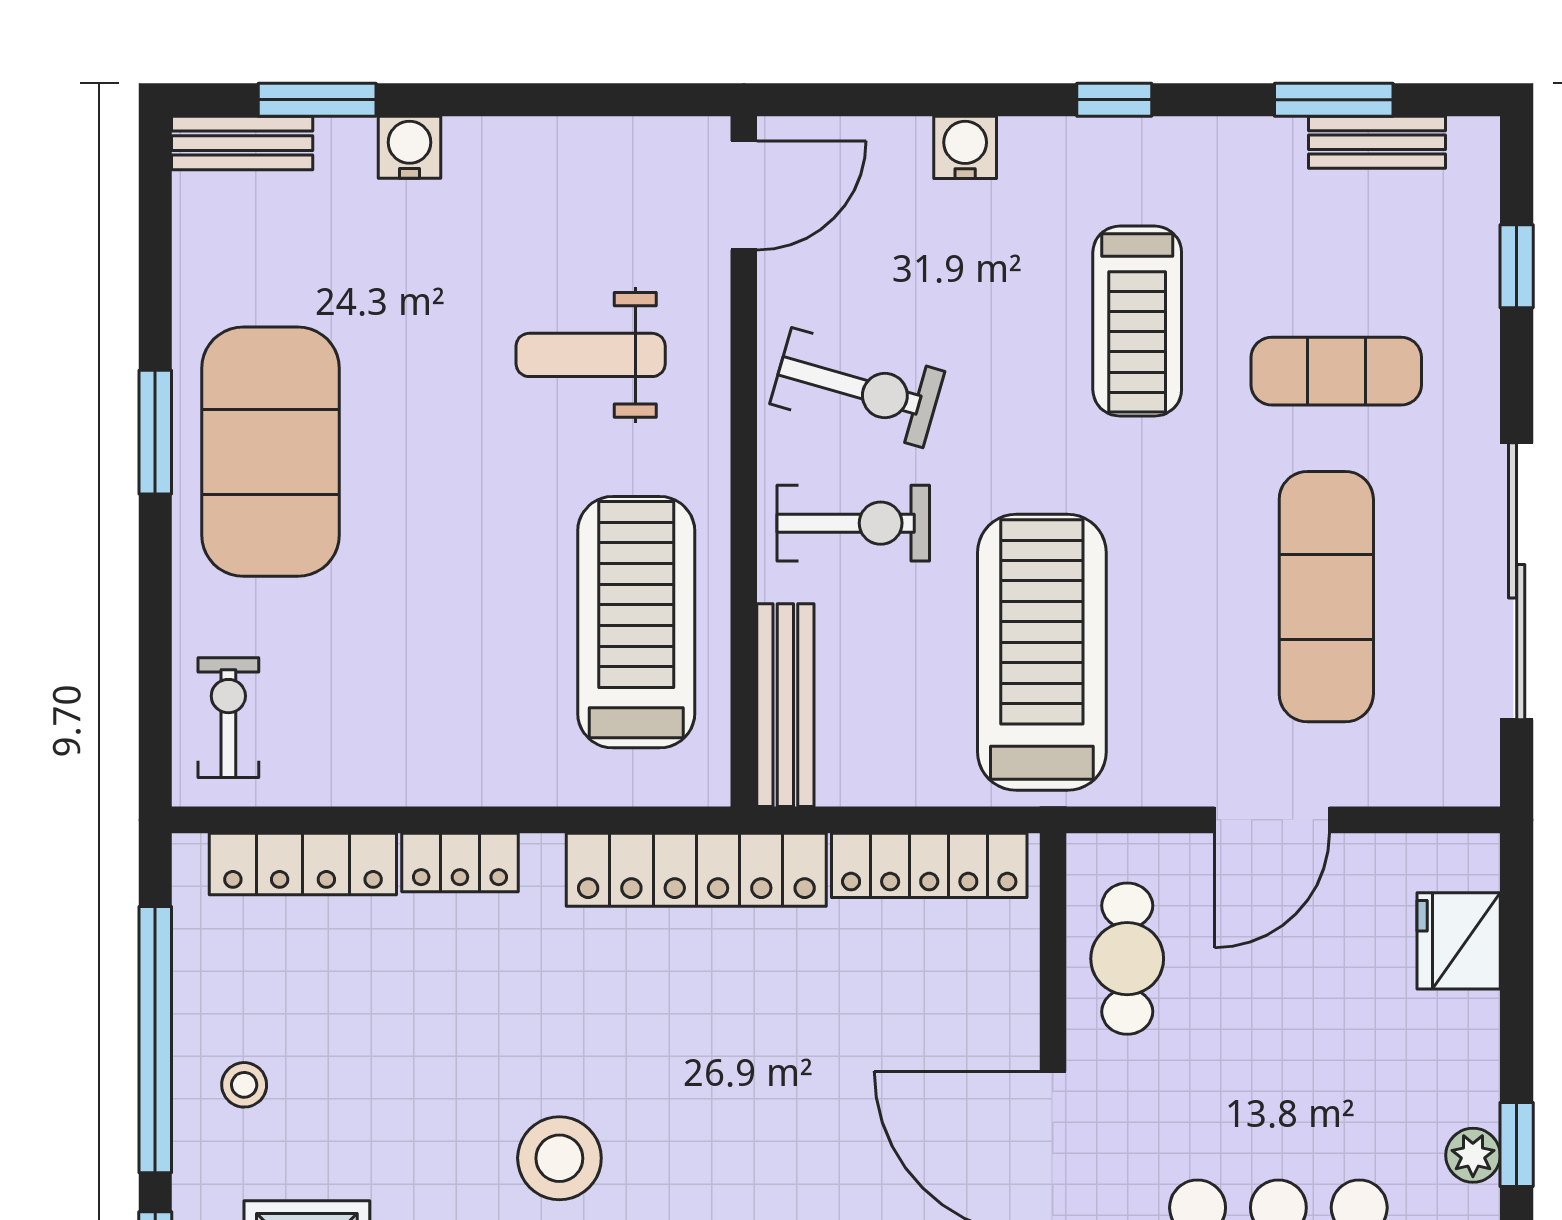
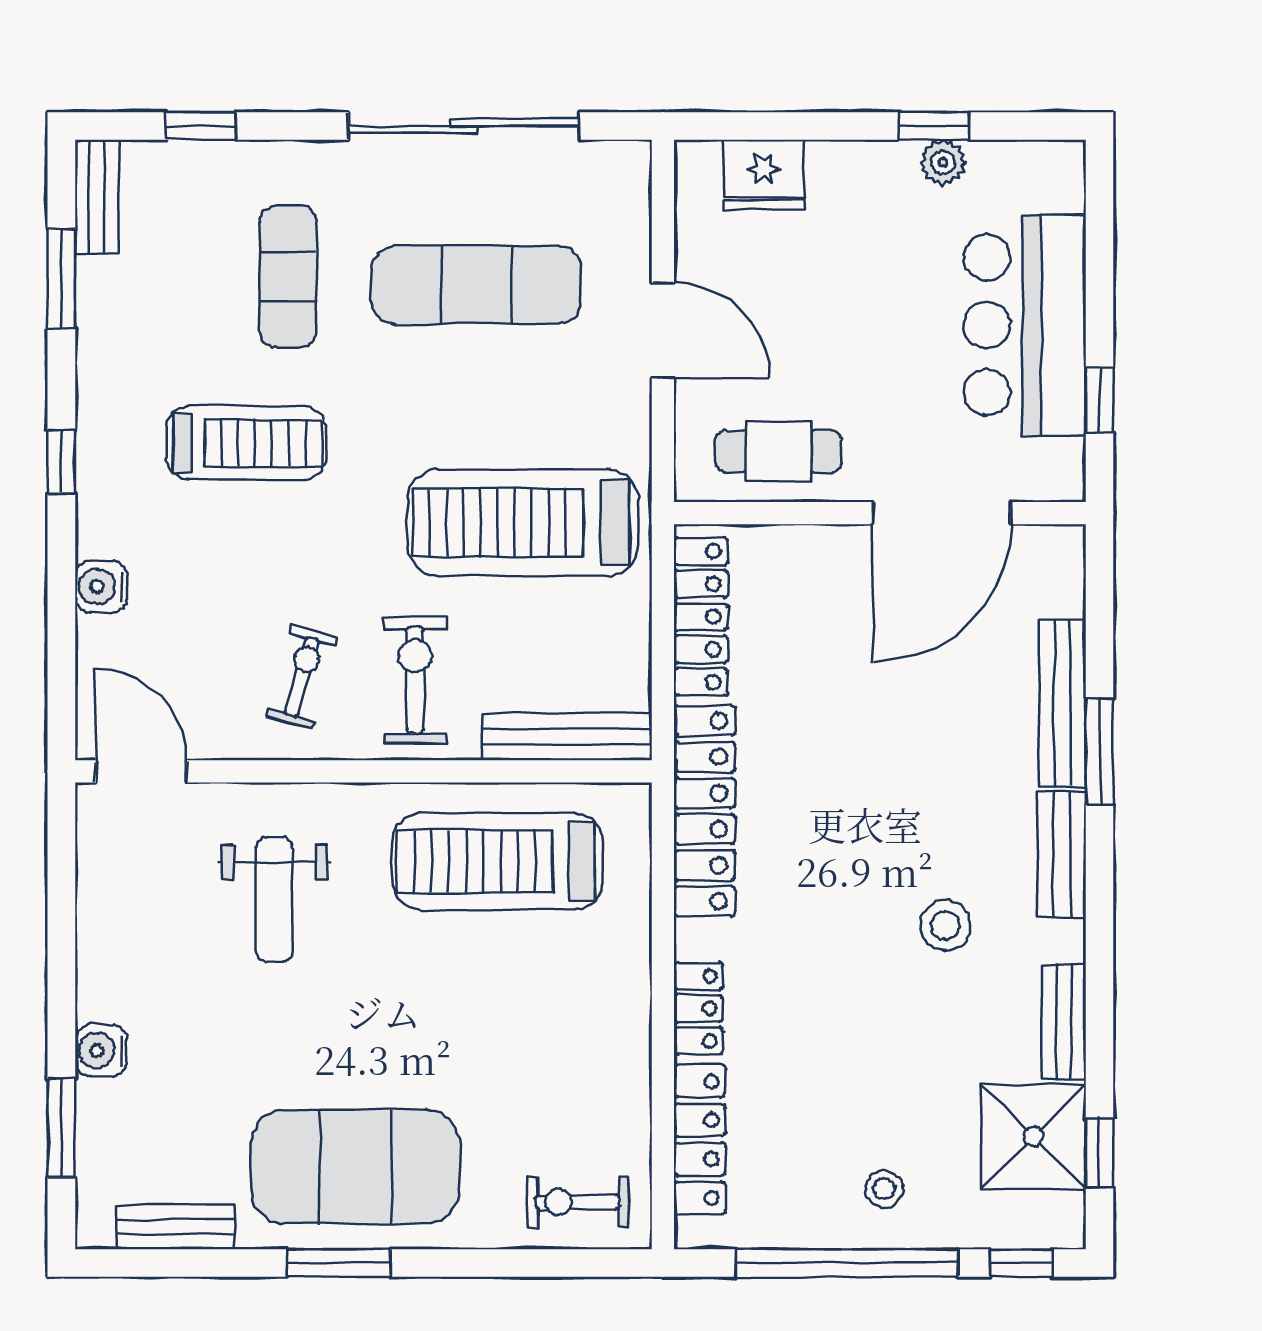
bench: (1377, 142) -> (97, 197), moved
bench: (242, 143) -> (175, 1227), moved, turned 90
exercise bike: (857, 388) -> (302, 677), width x0.73, depth x0.72
stool: (559, 1158) -> (945, 925), width x0.73, depth x0.73

